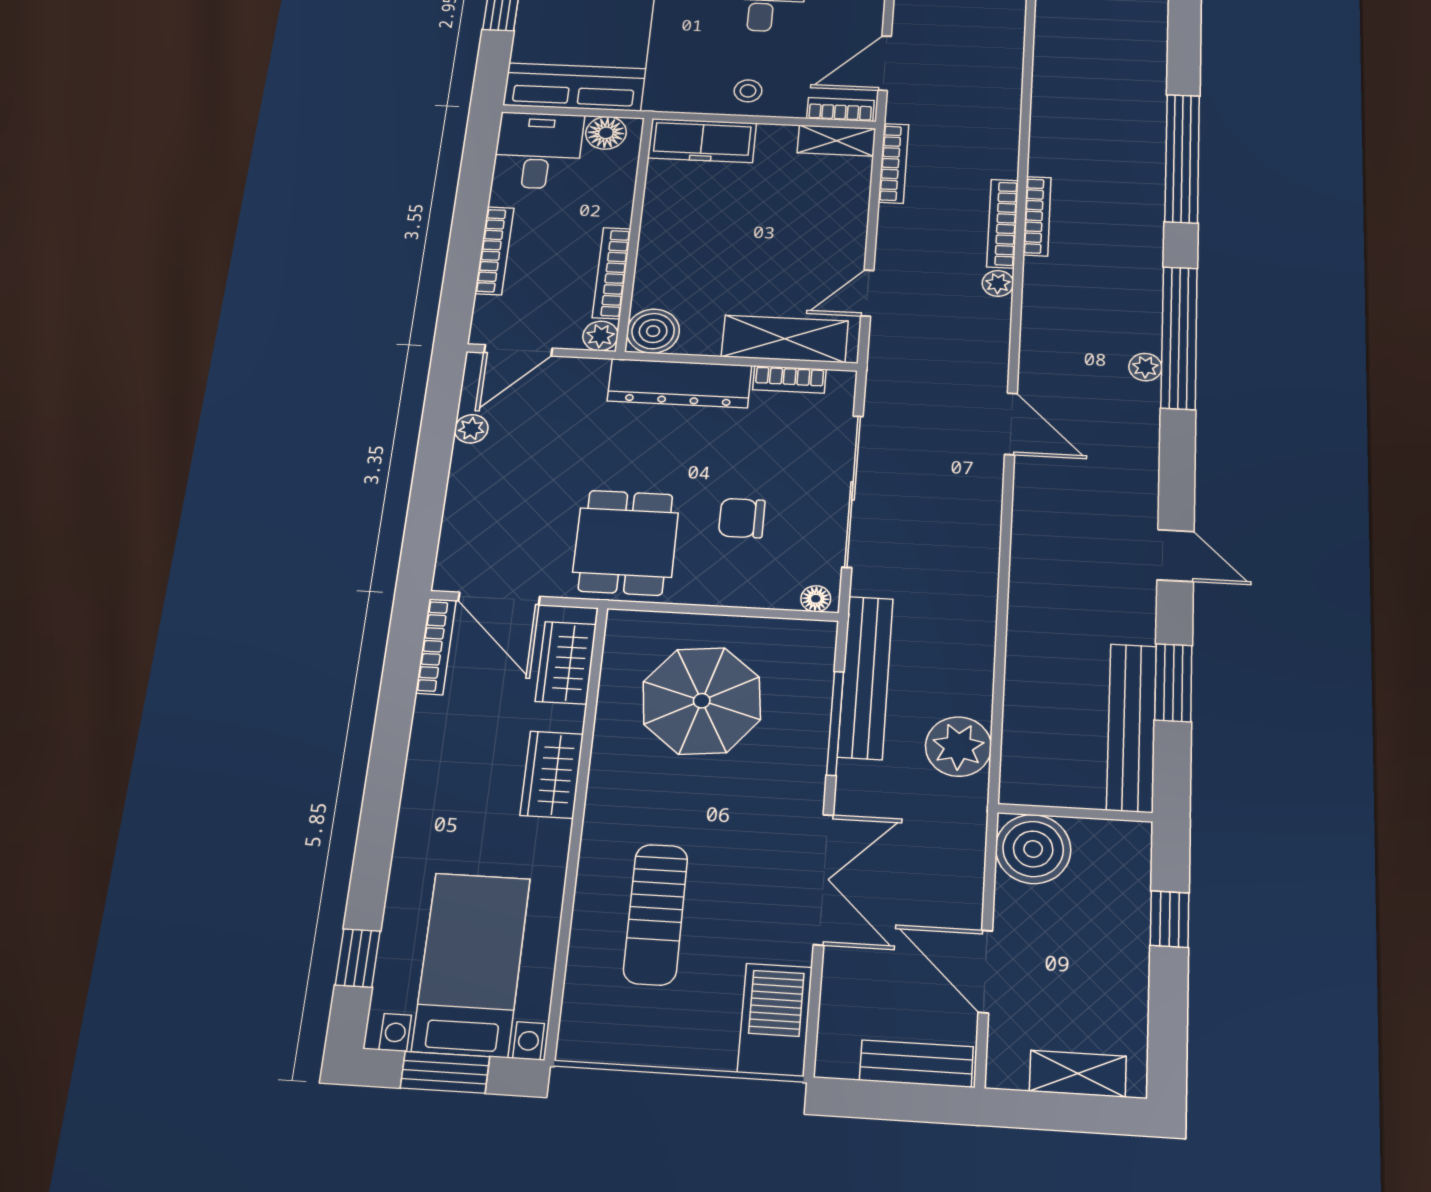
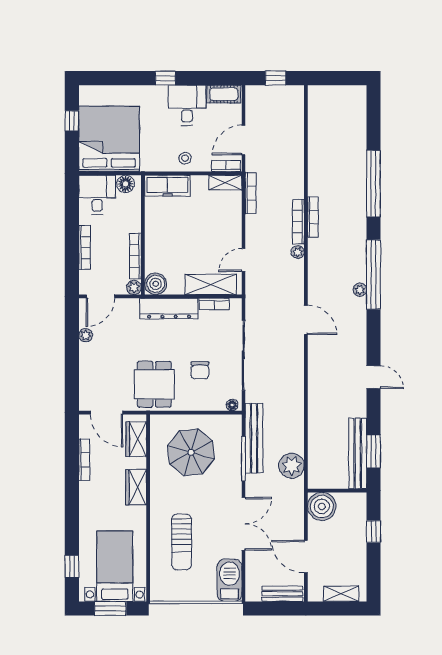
chair: (742, 518) -> (200, 370), turned -90
bookcase: (436, 646) -> (84, 460), moved
window: (1173, 683) -> (373, 451), moved

